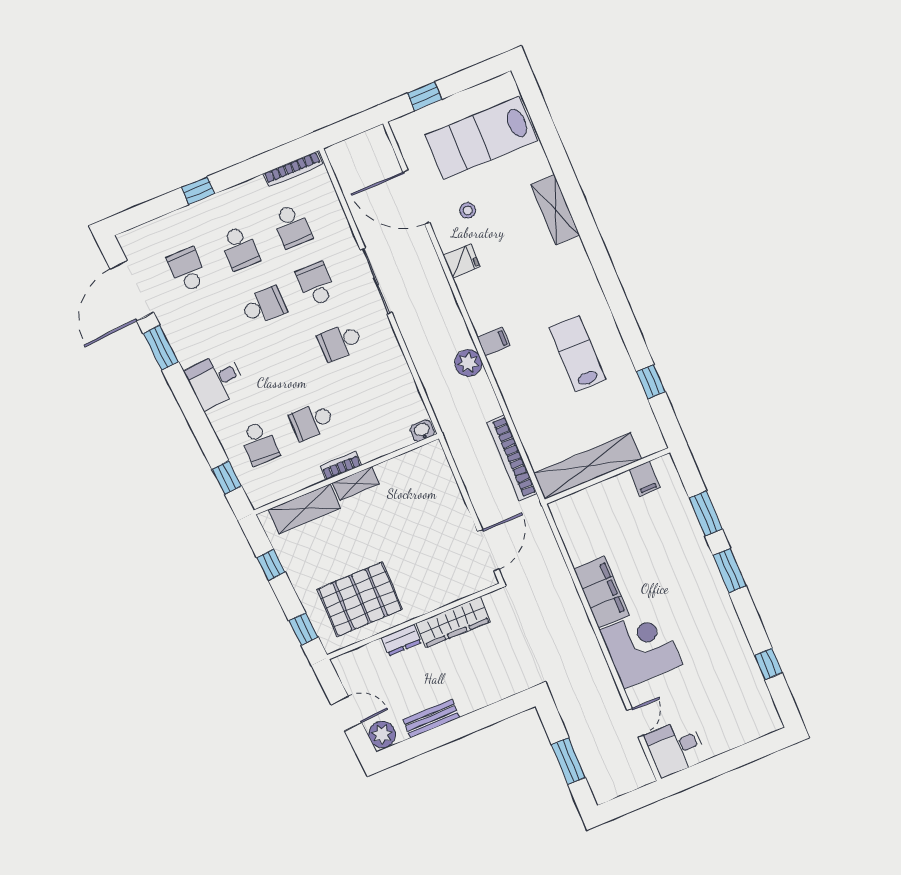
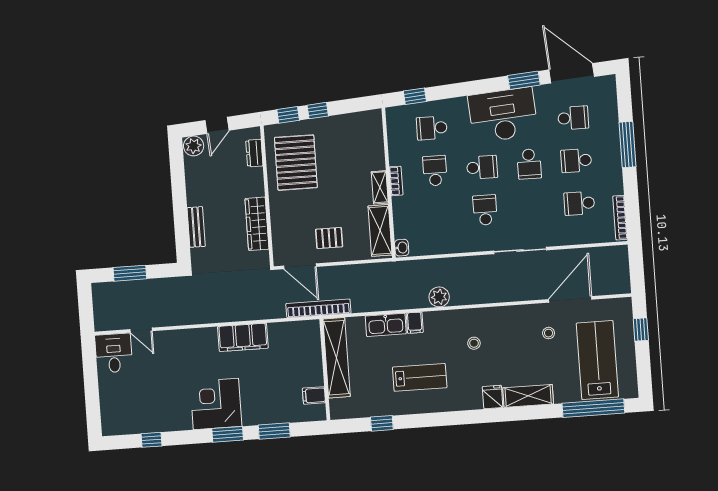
window: (543, 123) -> (593, 408), added
window: (198, 190) -> (628, 145), width x2.17
fridge: (462, 261) -> (493, 397), moved, turned 180
school desk: (316, 284) -> (482, 167), moved
stool: (512, 300) -> (474, 343), added
filing cabinet: (494, 342) -> (415, 323), moved
desk: (216, 380) -> (503, 115), width x1.87, depth x1.30
kitchen sink: (526, 418) -> (386, 325), added
bookcase: (512, 458) -> (318, 308), moved
shelving: (305, 509) -> (380, 230), moved
pallet: (441, 526) -> (329, 238), added
window: (271, 565) -> (318, 111), moved
dresser: (401, 640) -> (254, 153), moved
corner desk: (641, 647) -> (216, 404), moved, turned 180
bench: (431, 719) -> (196, 227), moved

